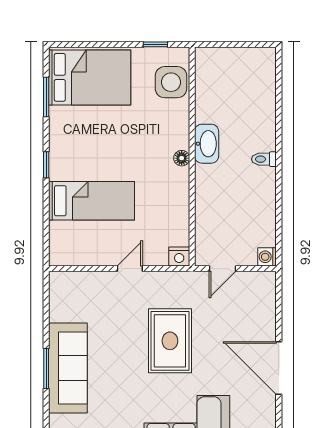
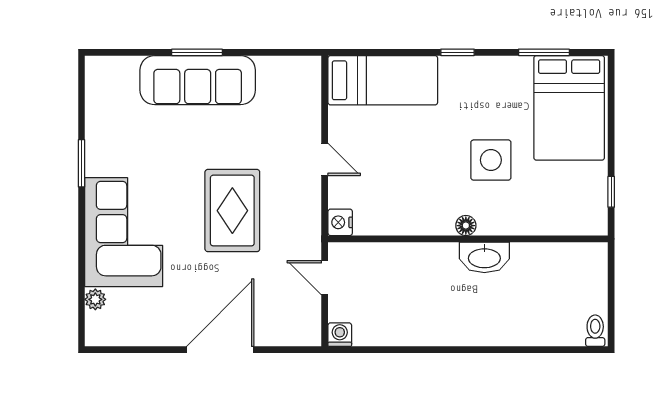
side table: (171, 82) -> (491, 160), moved
toilet: (264, 159) -> (595, 331), moved
bed: (92, 201) -> (383, 80), moved, turned -90
rug: (170, 341) -> (232, 211), turned 90
door: (279, 368) -> (220, 350), moved

